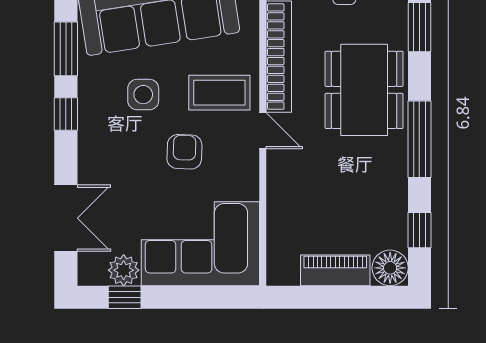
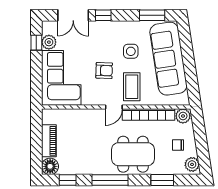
window: (66, 114) -> (103, 15), moved

